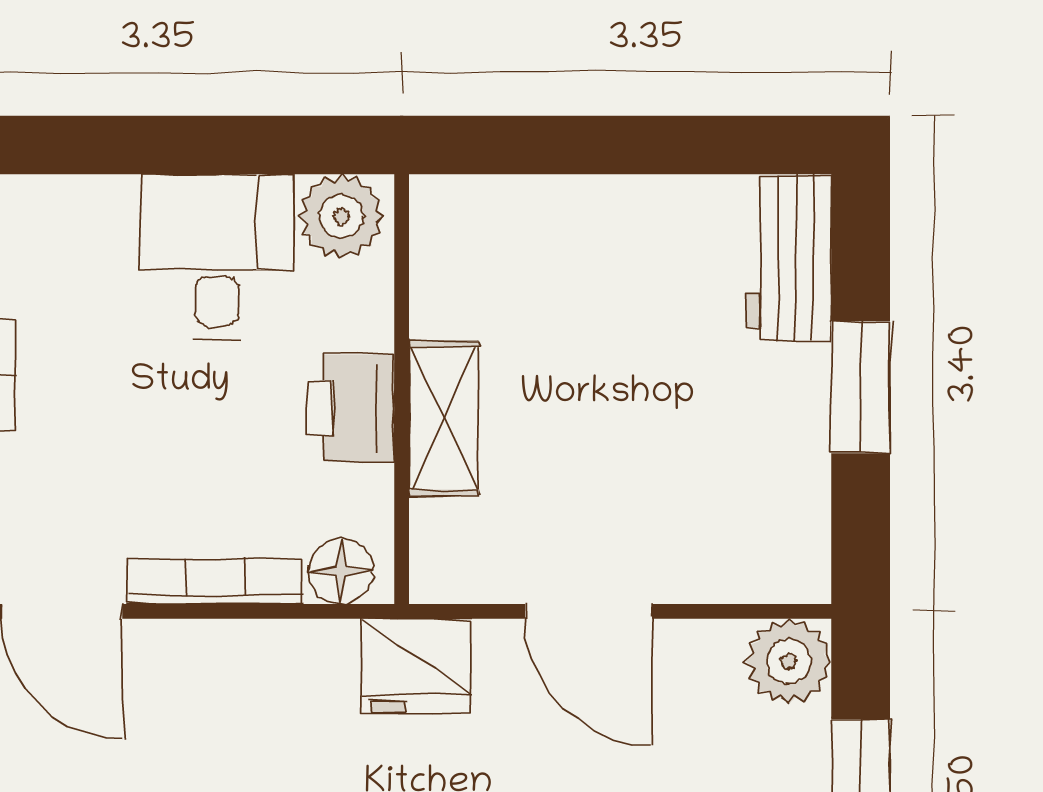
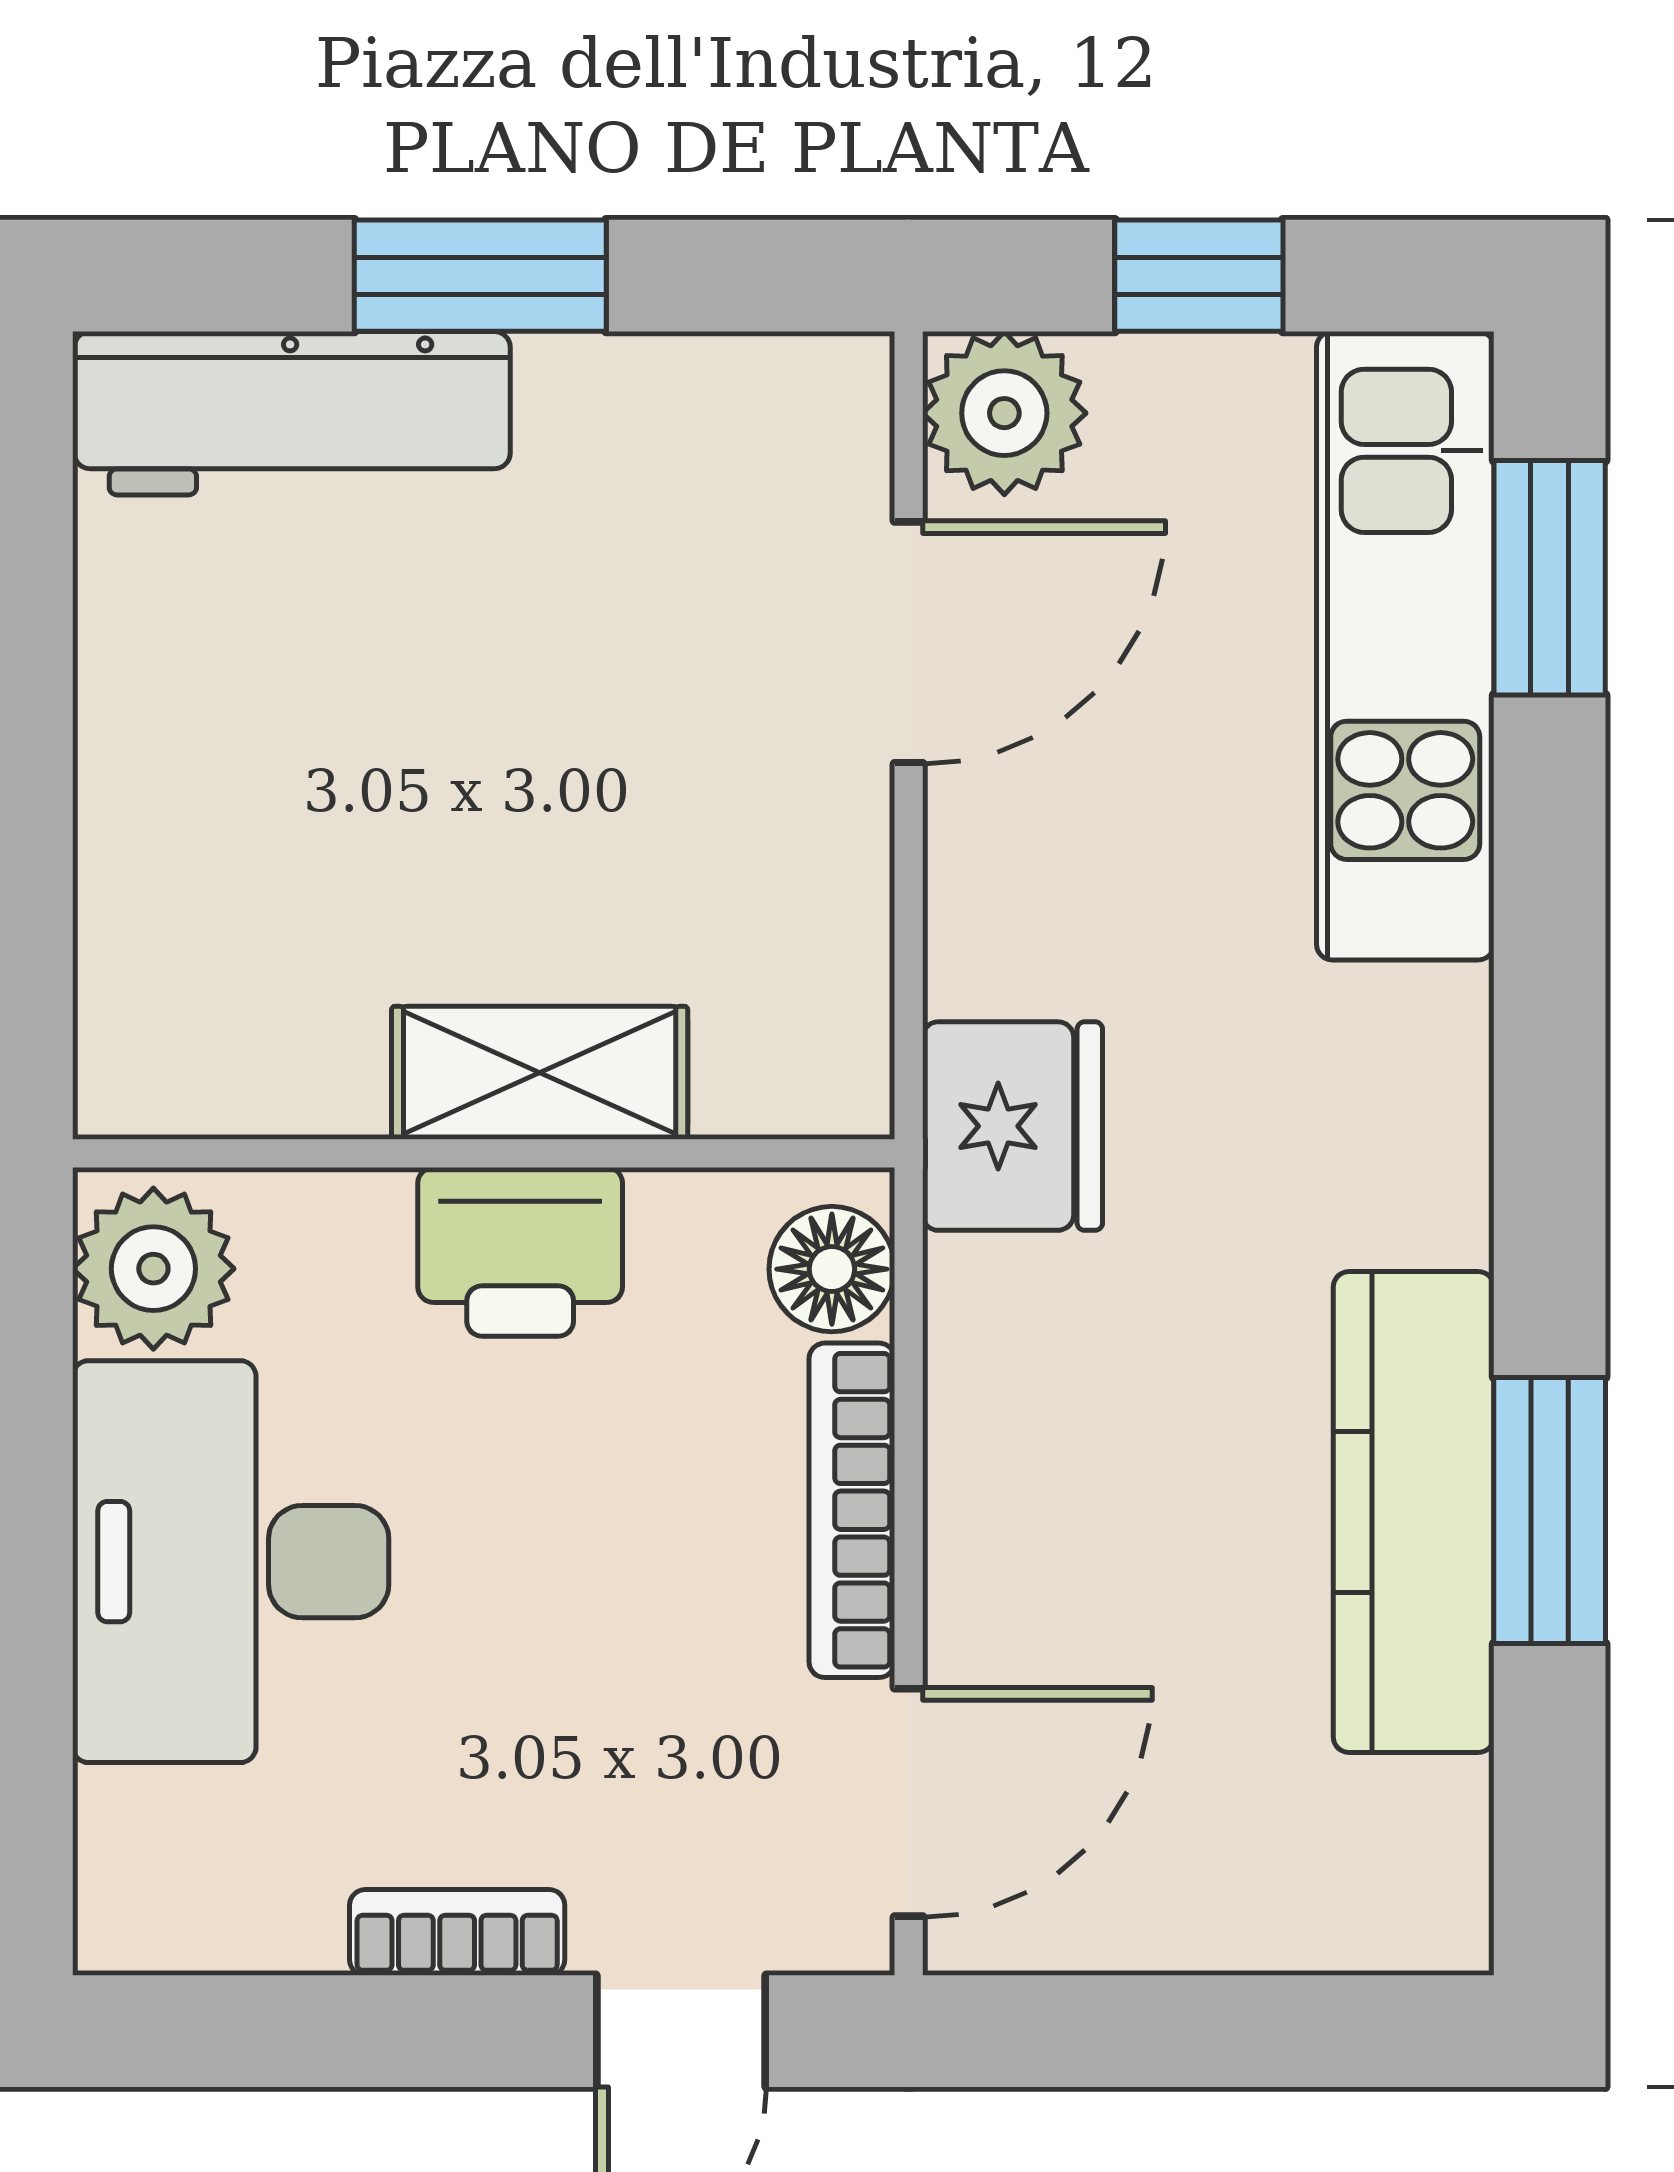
desk: (217, 257) -> (231, 1562), width x1.37
workbench: (789, 258) -> (292, 413), width x1.38
door: (589, 611) -> (909, 642), moved

